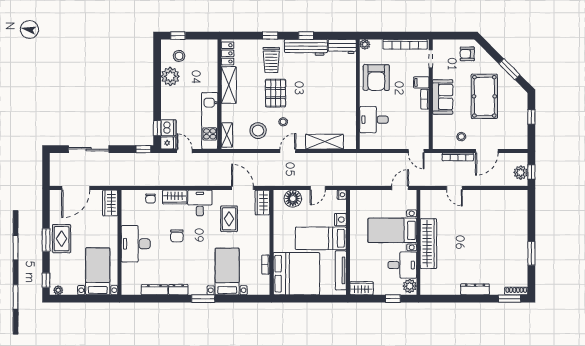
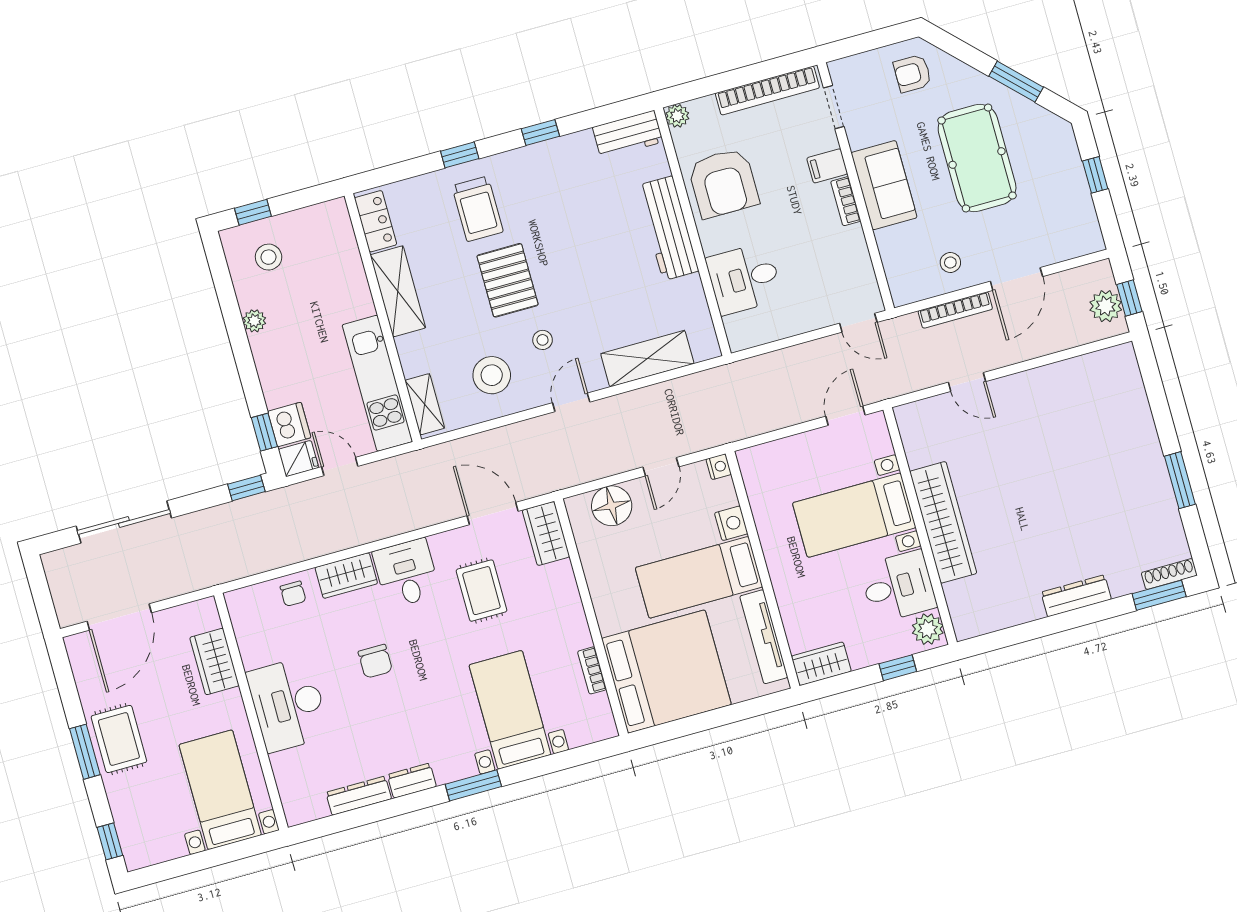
workbench: (306, 47) -> (668, 228), moved, turned 90
plant: (170, 76) -> (254, 321), width x0.53, depth x0.53
wardrobe: (110, 203) -> (214, 661), moved
plant: (58, 290) -> (143, 857), removed

